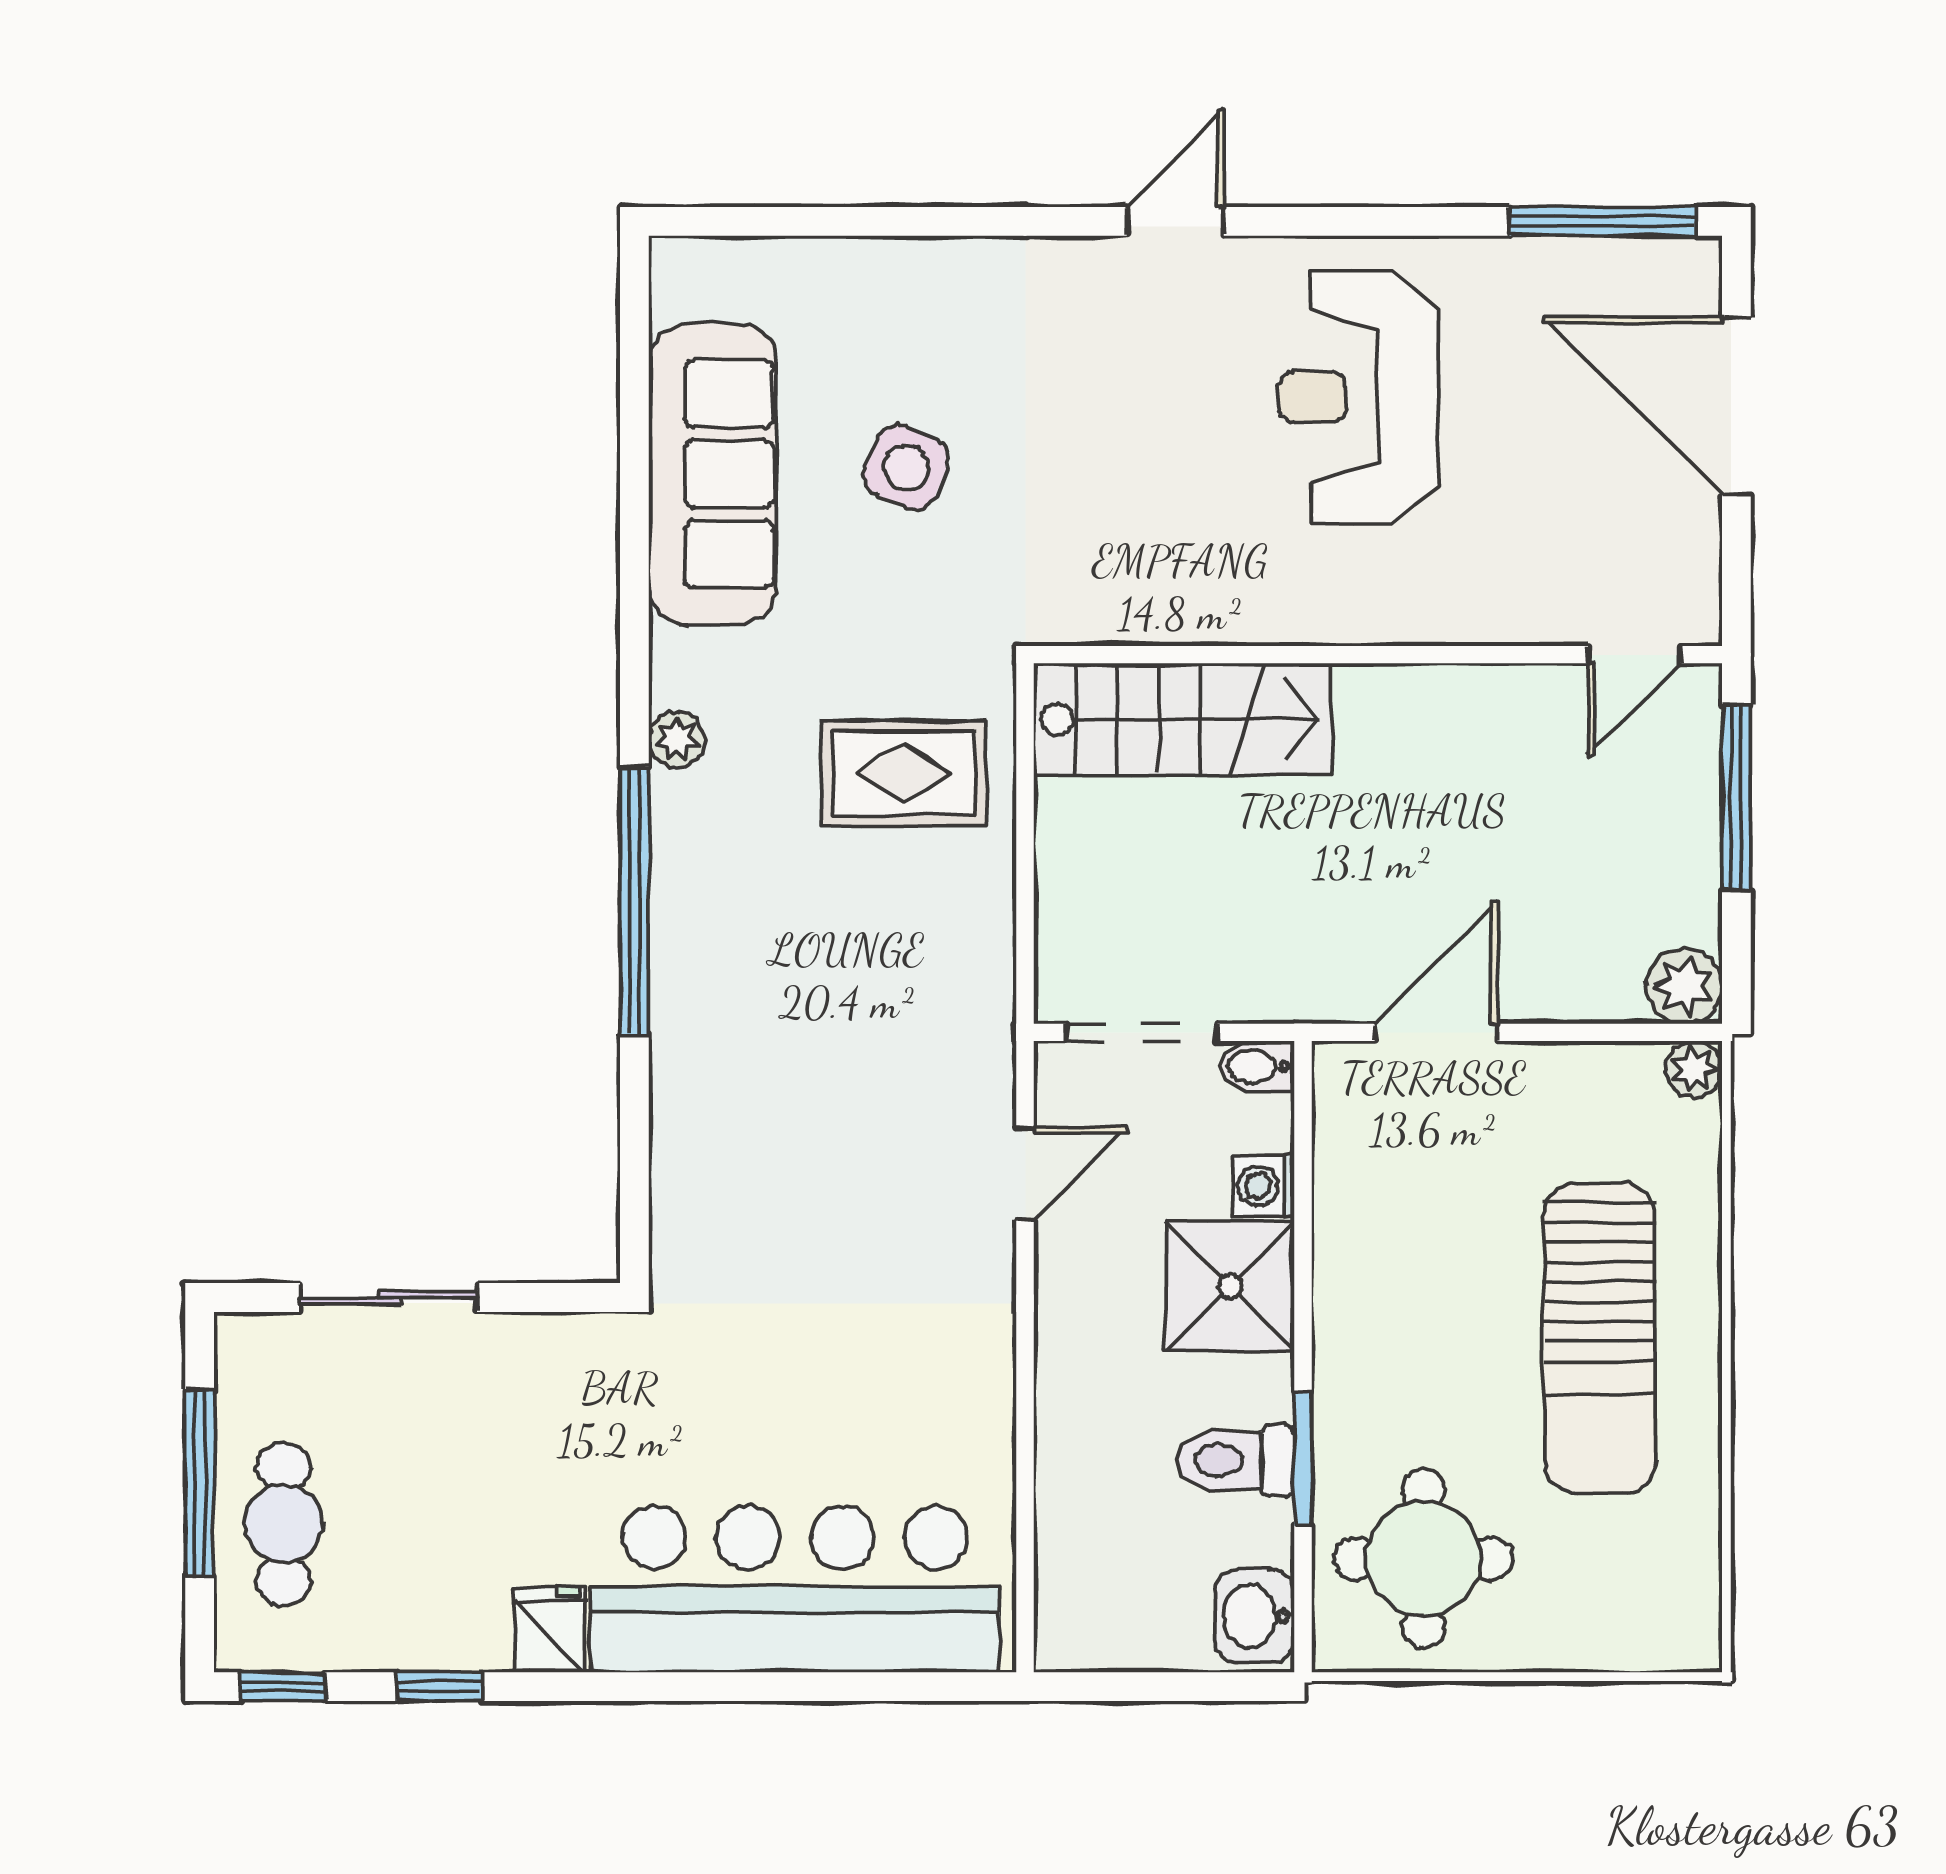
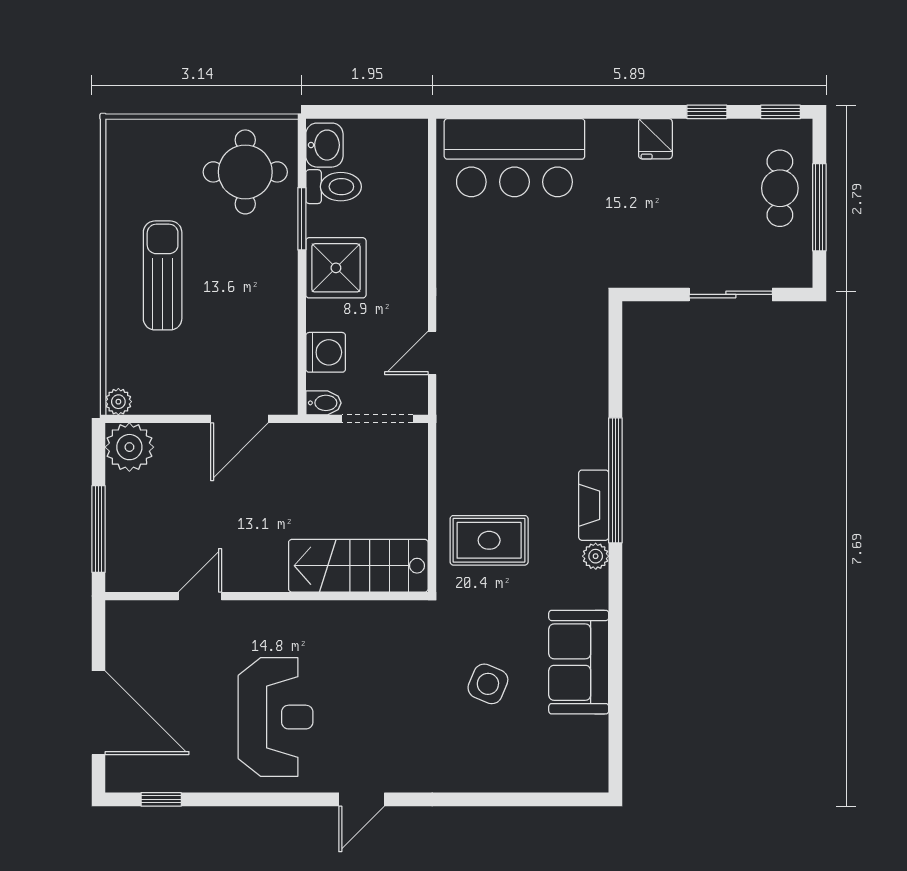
window: (1603, 221) -> (161, 799), width x0.46
sofa: (713, 474) -> (579, 662), width x0.73
door: (1634, 655) -> (200, 596), moved
fireplace: (681, 848) -> (594, 505), added
plant: (1684, 986) -> (129, 447), width x1.36, depth x1.36
washing machine: (1264, 1186) -> (326, 352), width x1.38, depth x1.38
shower: (1230, 1286) -> (336, 268), moved
sun lounger: (1600, 1338) -> (163, 275), width x0.73, depth x0.75
toilet: (1235, 1460) -> (334, 187), moved
bar counter: (795, 1589) -> (514, 158), width x0.73

